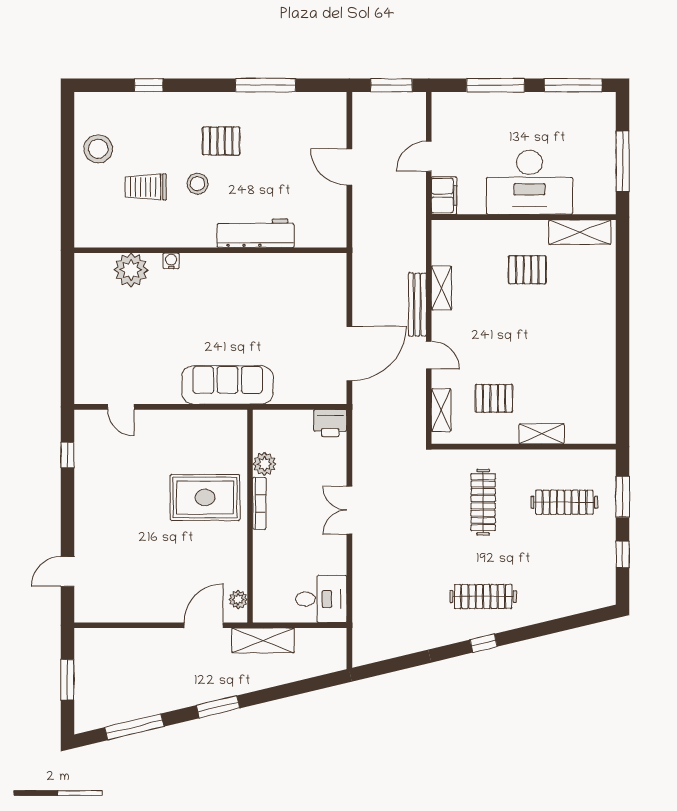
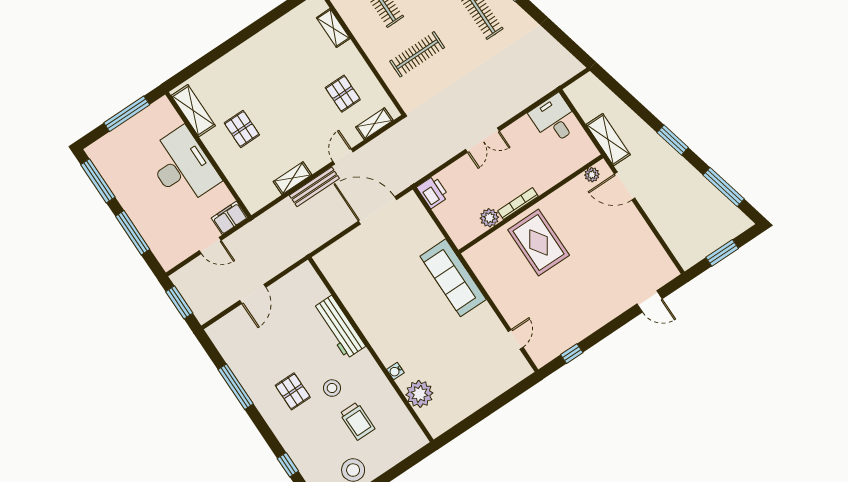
shelving: (542, 434) -> (333, 28), moved

